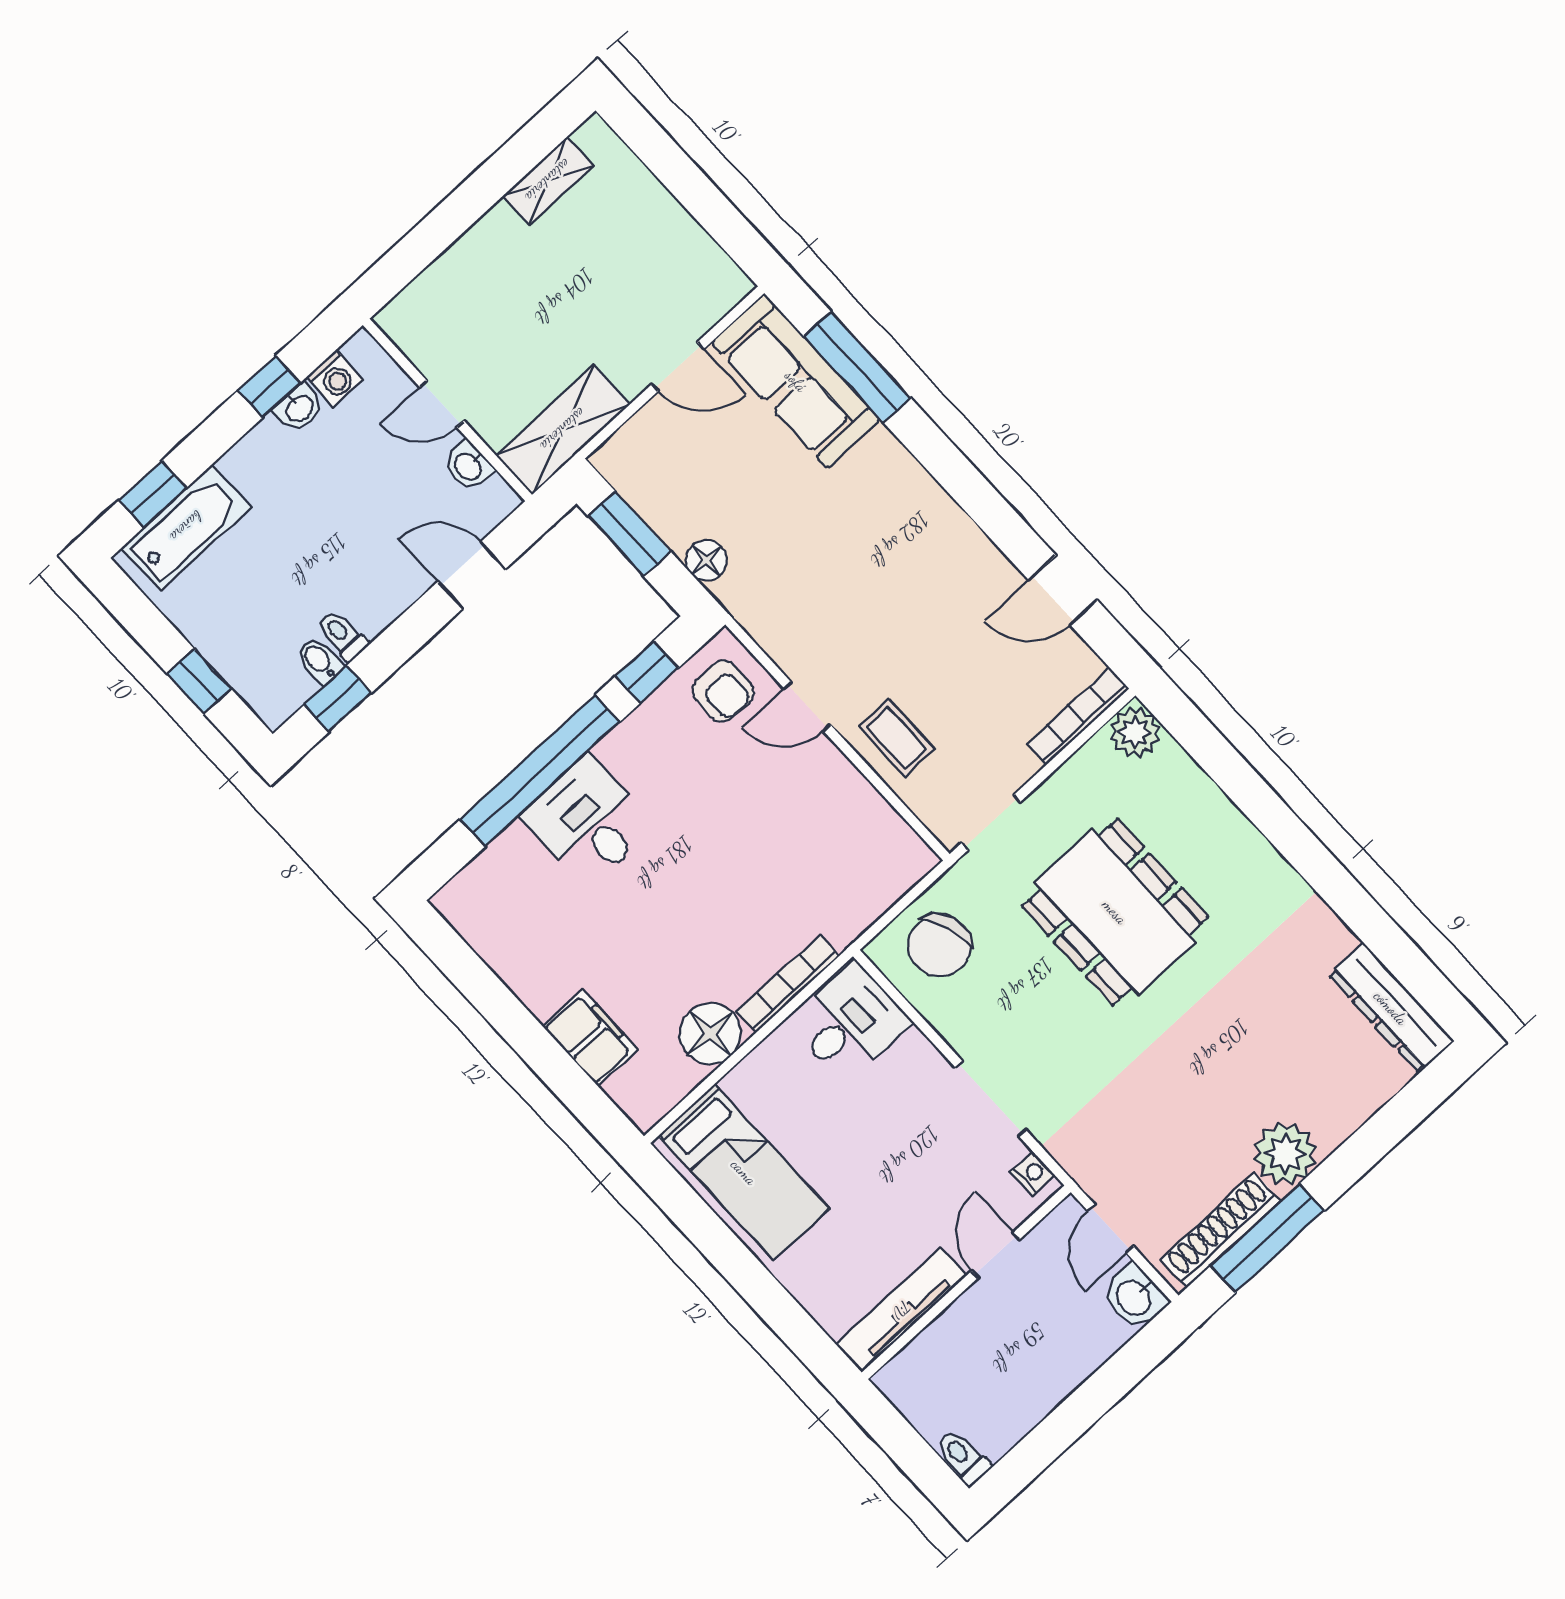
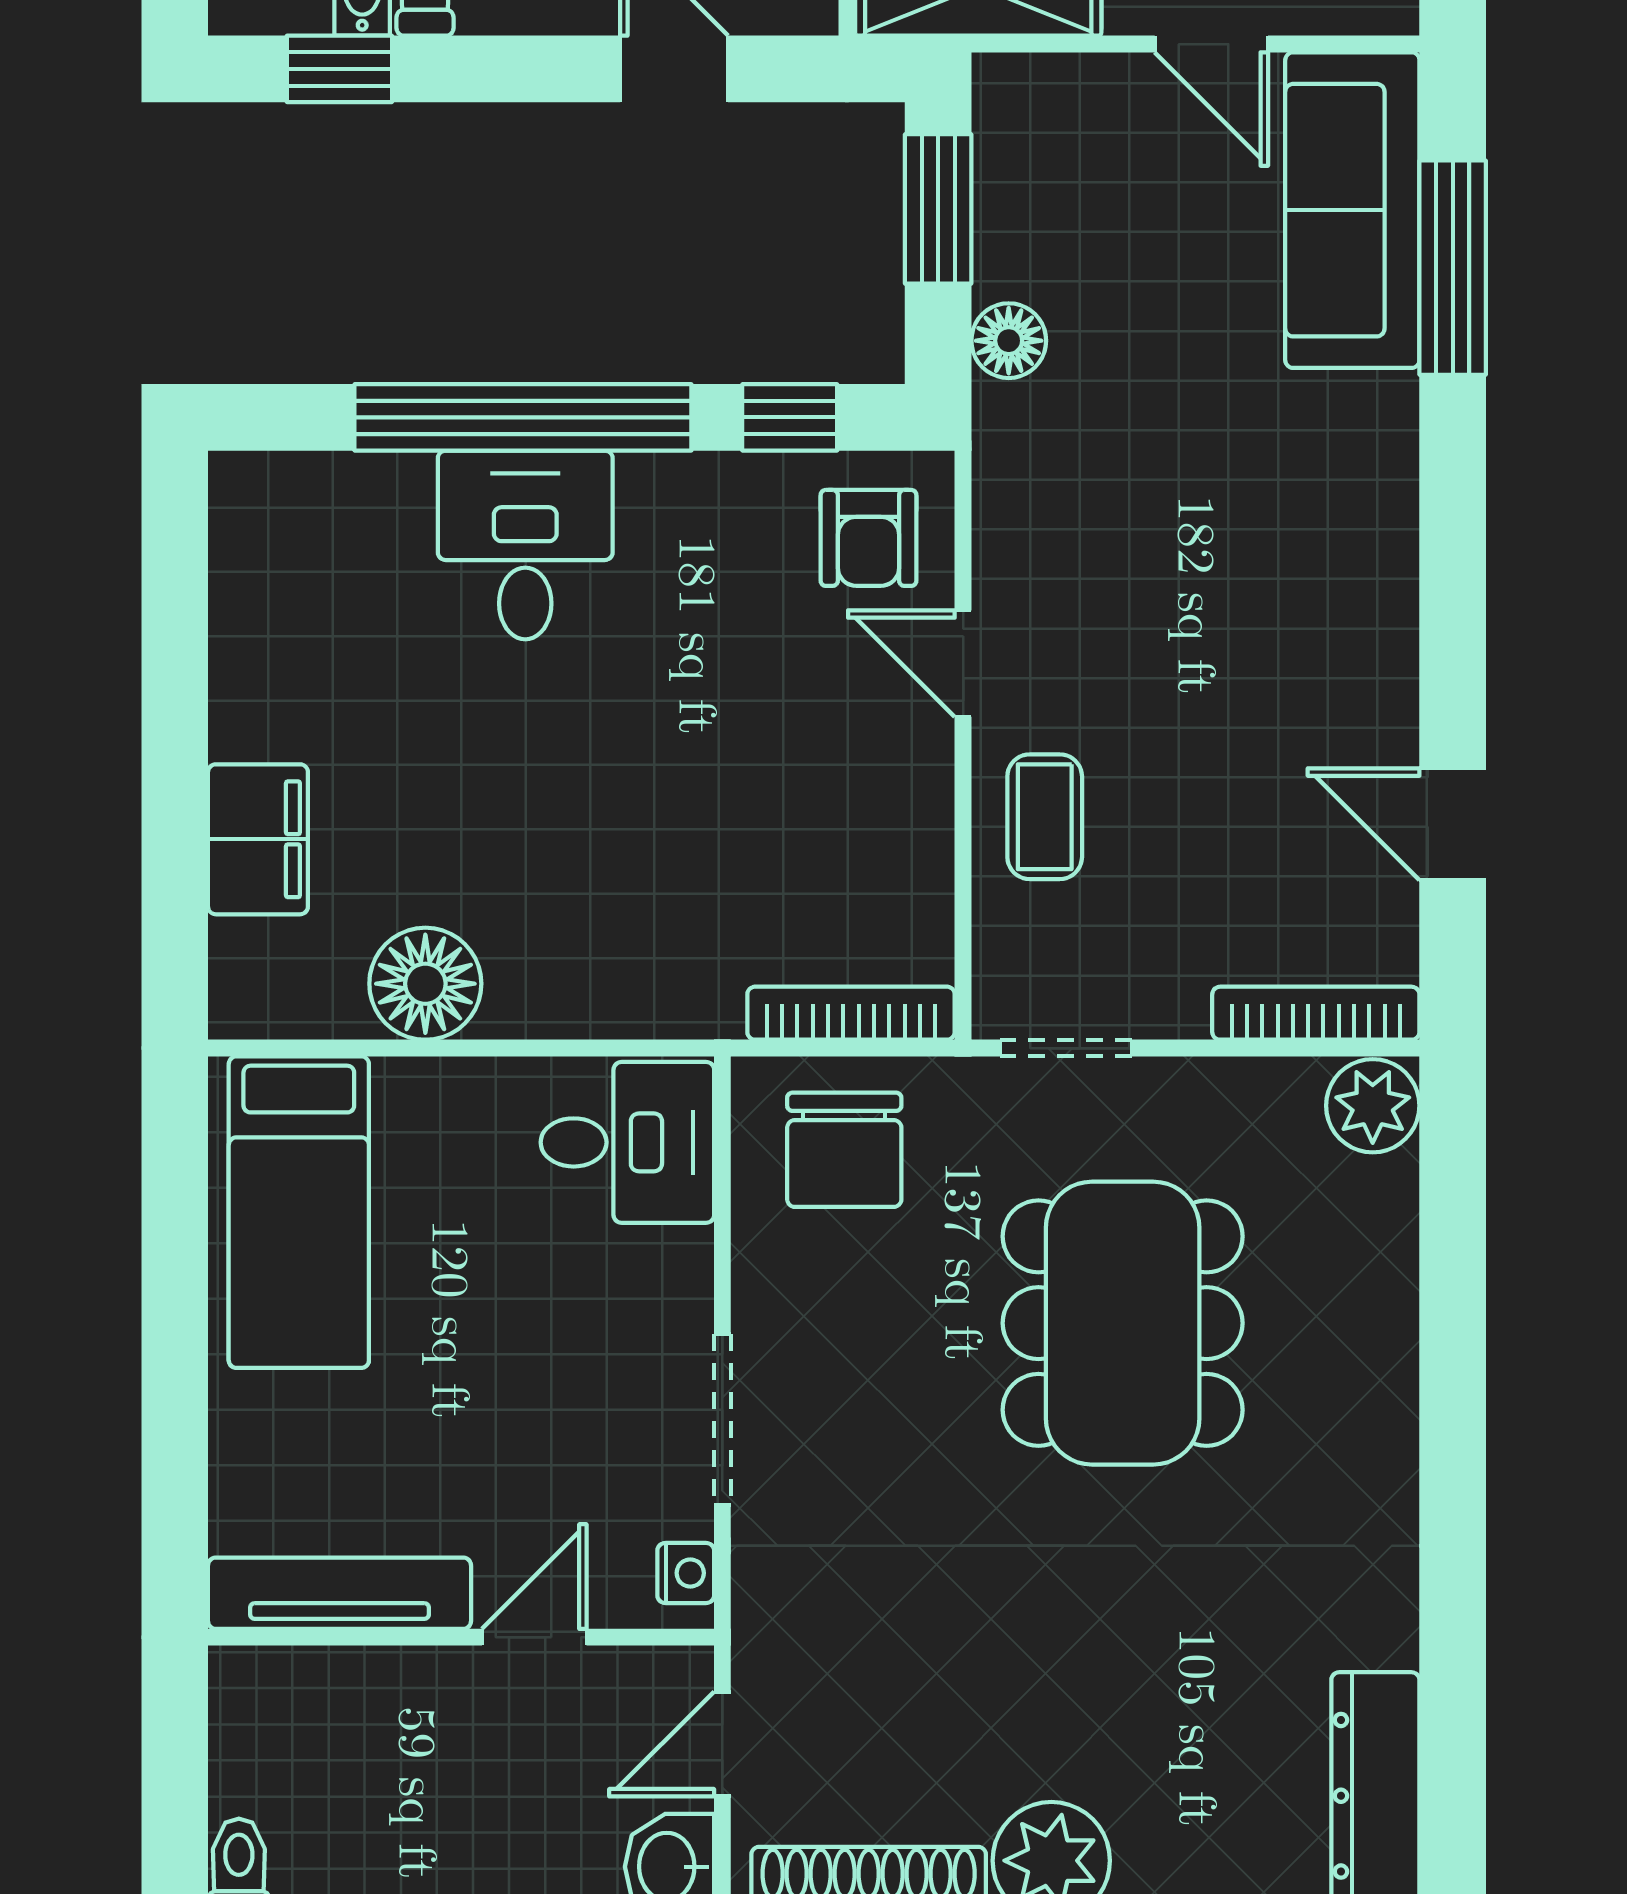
chair: (940, 945) -> (844, 1150), turned -71
bookcase: (788, 984) -> (851, 1013), moved

